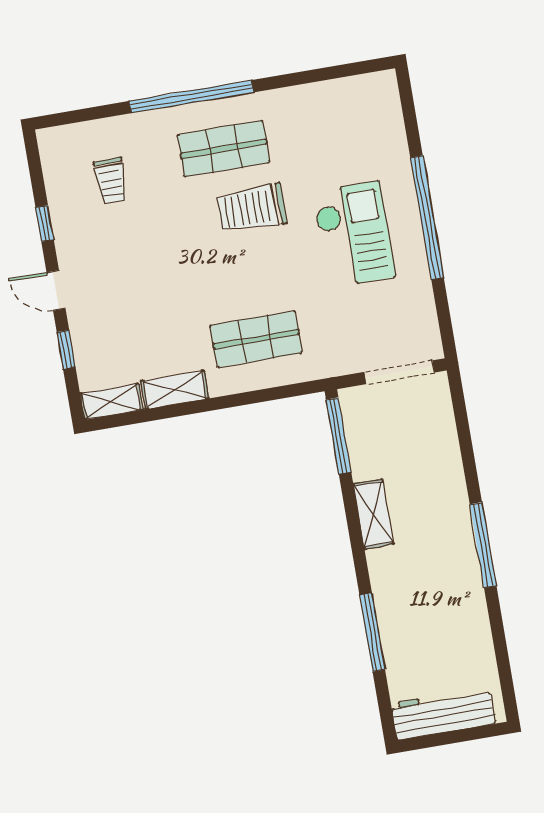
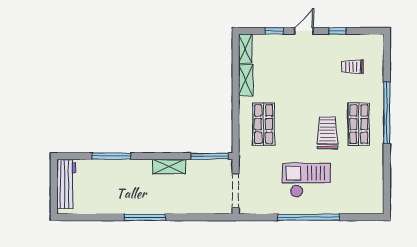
checkout: (354, 234) -> (306, 180), turned 180

